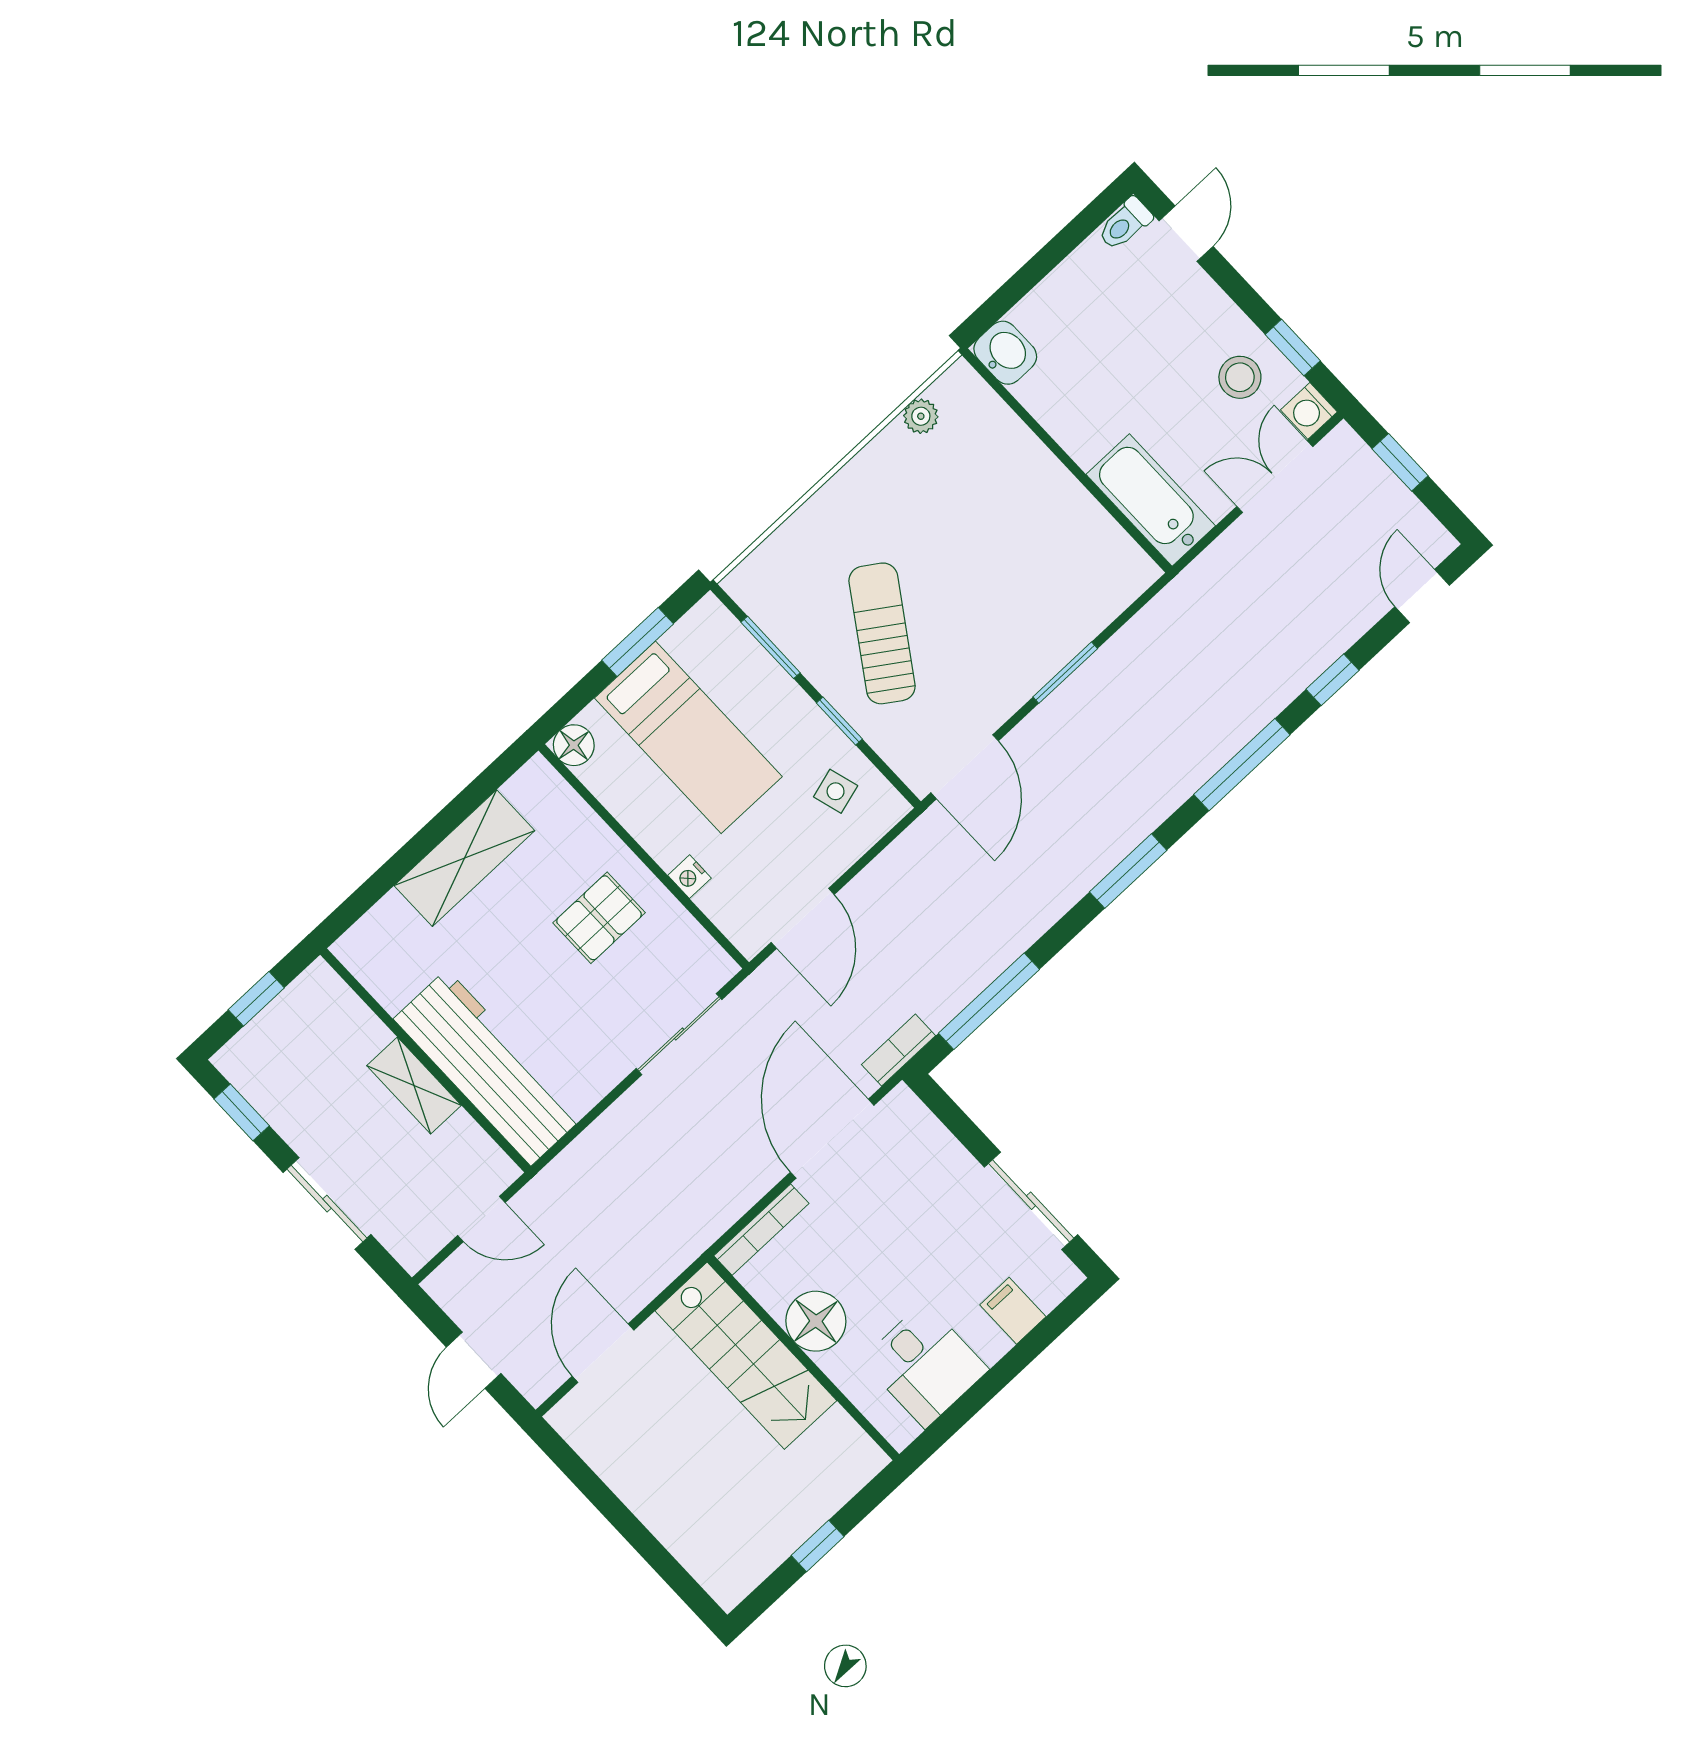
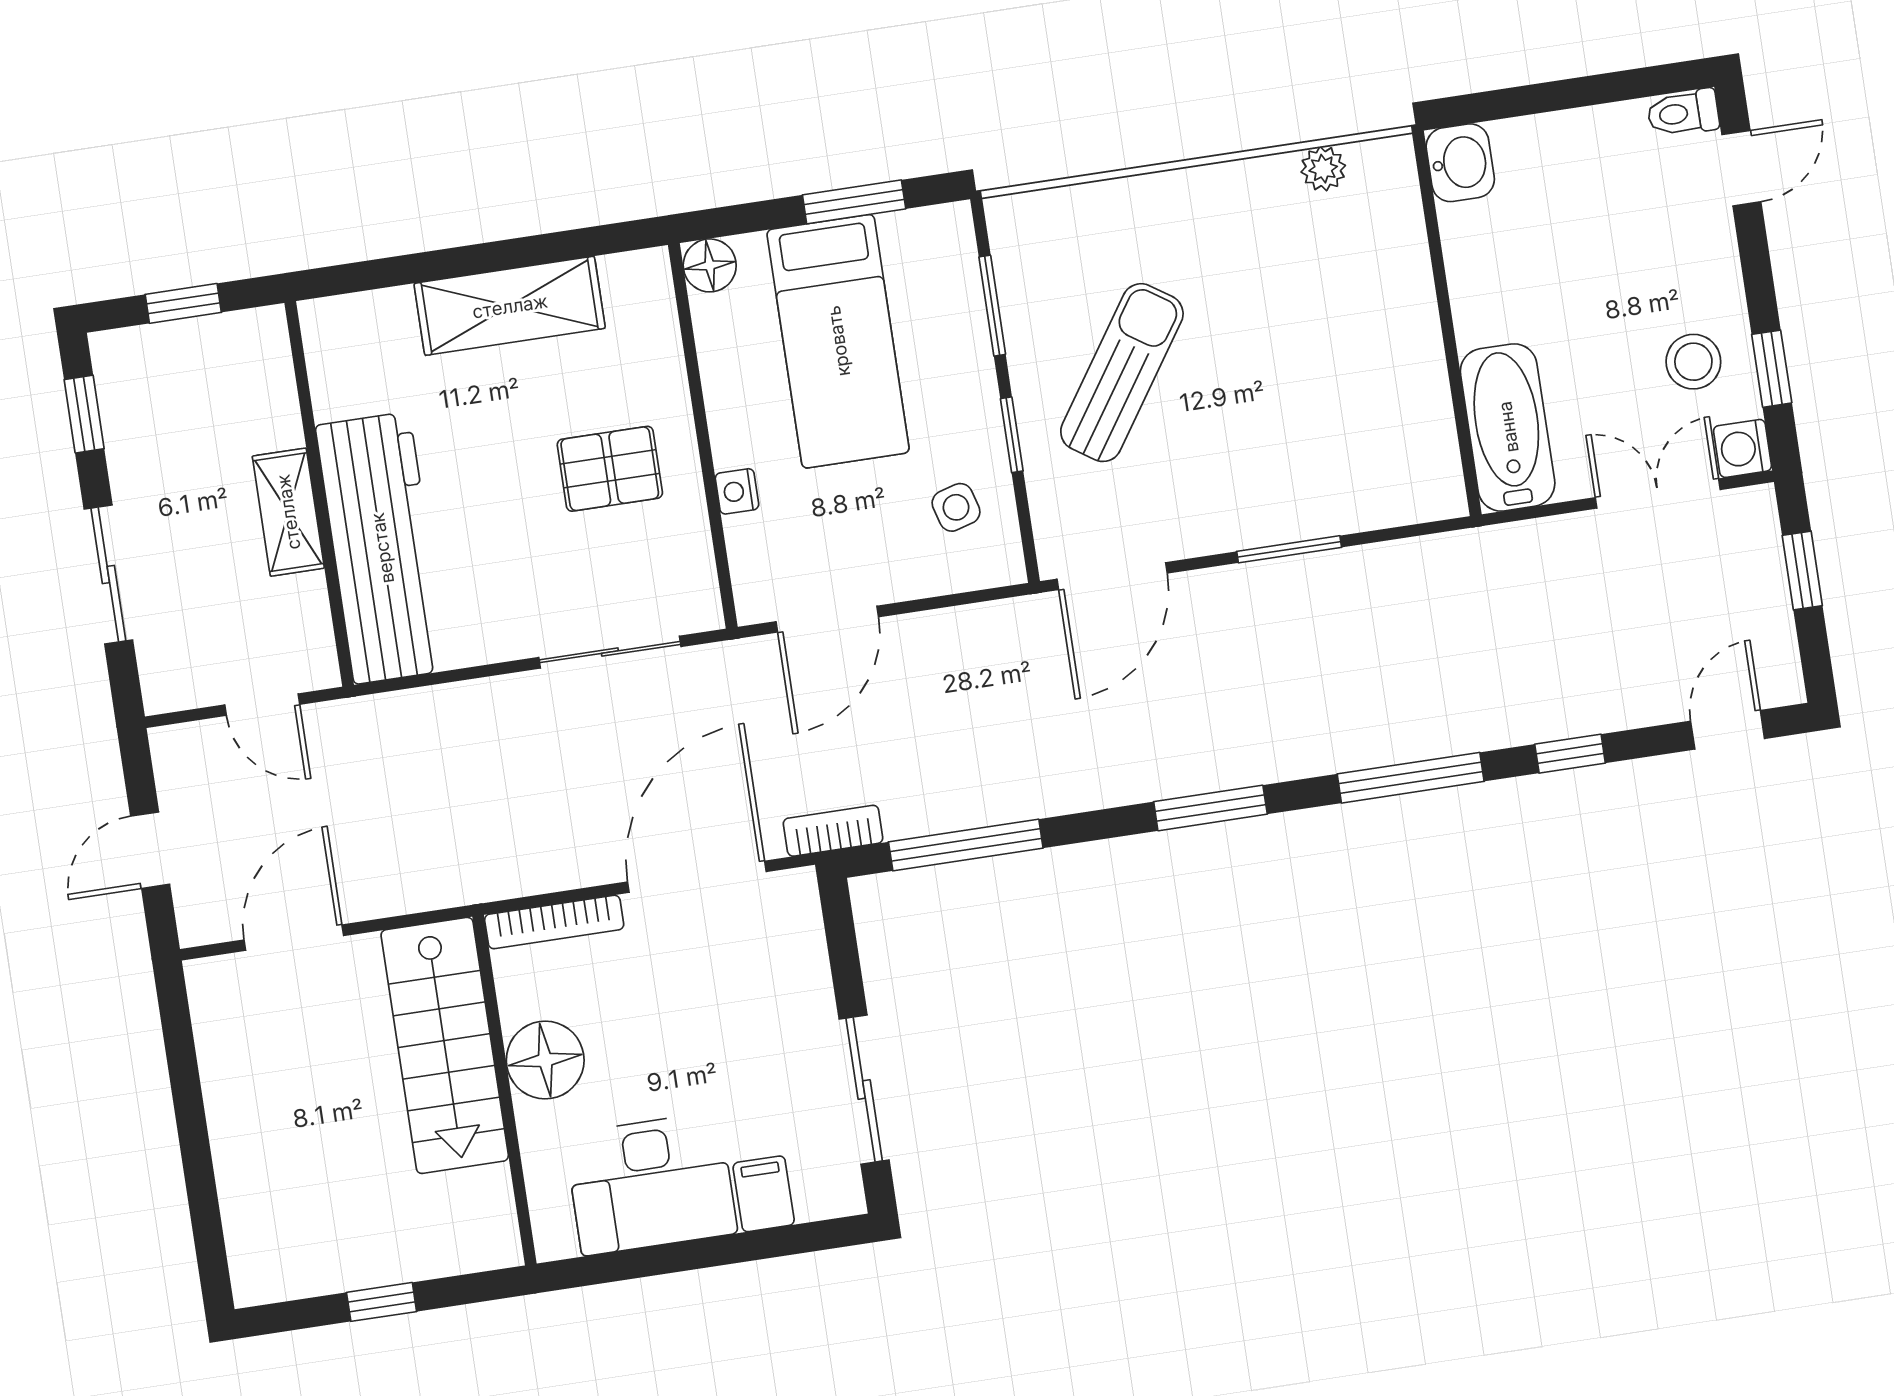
desk: (925, 1365) -> (651, 1184), width x1.37

